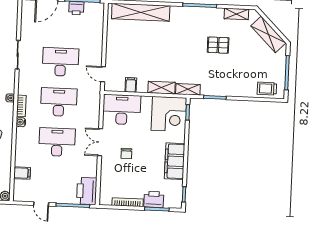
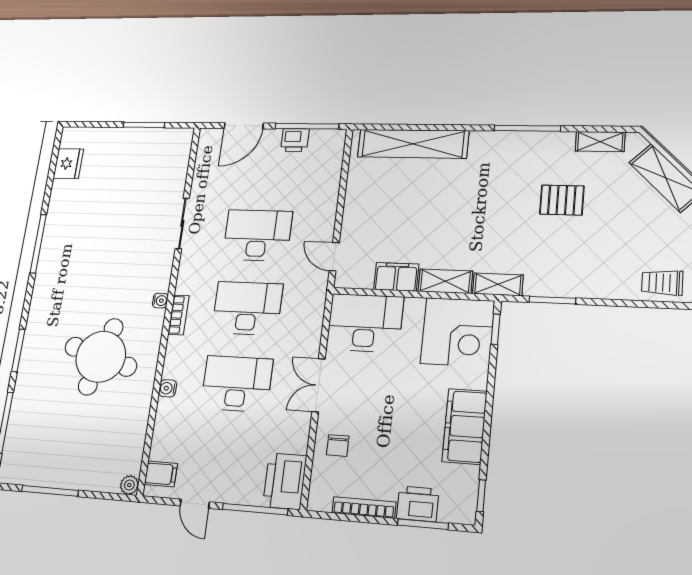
filing cabinet: (131, 85) -> (396, 277), width x2.00
water cooler: (21, 122) -> (168, 388), moved
chair: (126, 154) -> (338, 445), moved
filing cabinet: (22, 173) -> (161, 474), moved

